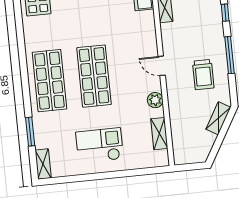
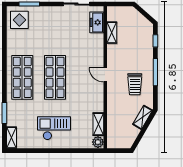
plant: (155, 100) -> (98, 142), moved

